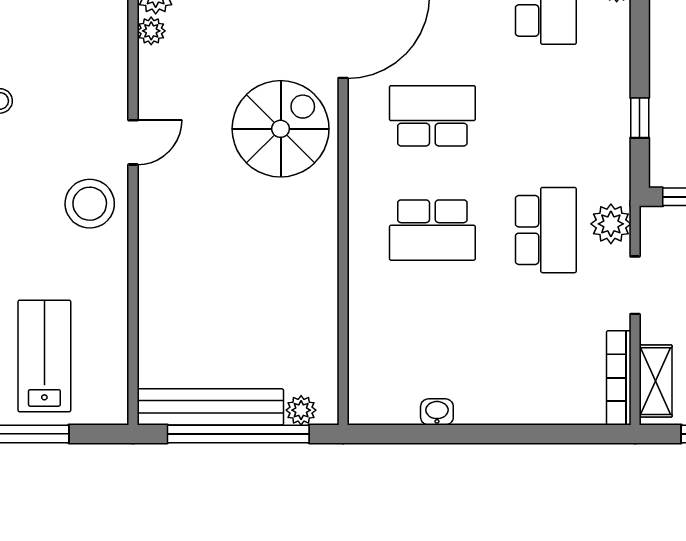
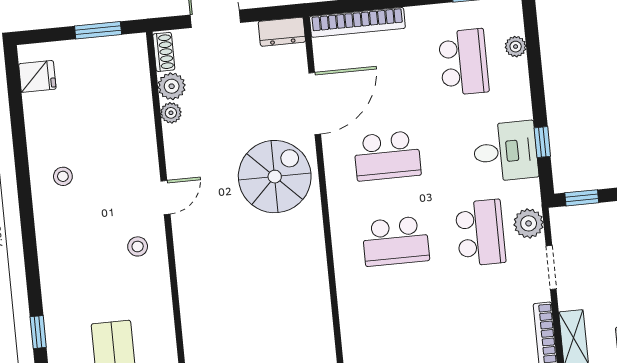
school desk: (432, 116) -> (387, 156), turned 180
desk: (590, 125) -> (505, 151), added
stool: (90, 204) -> (138, 246), width x0.53, depth x0.53

